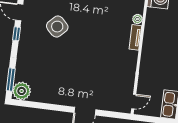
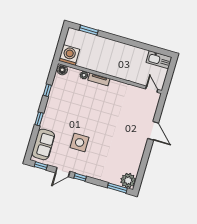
side table: (57, 27) -> (80, 142), turned 45

